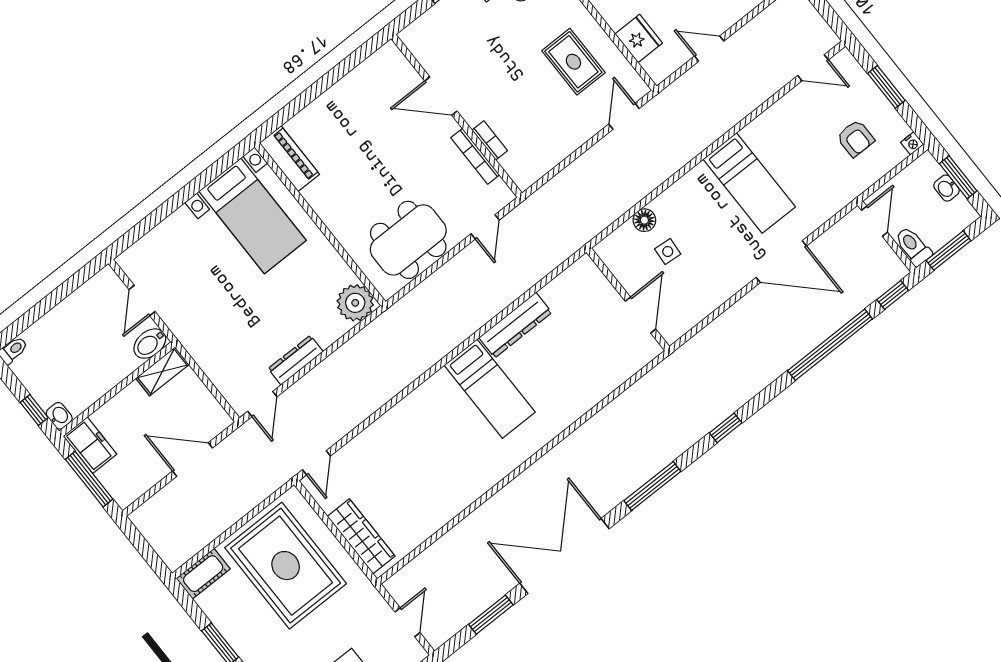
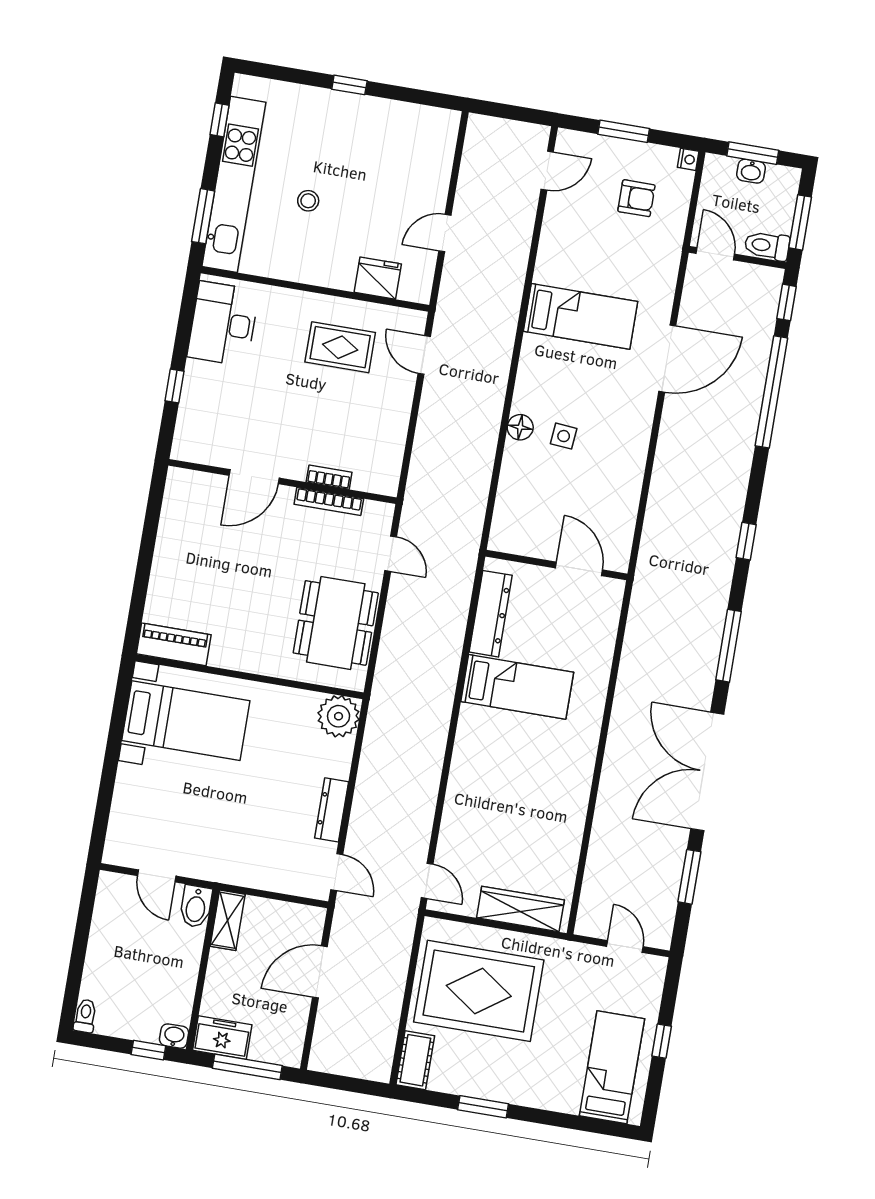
wall: (628, 299) -> (556, 565), moved
door: (641, 315) -> (579, 569), moved

